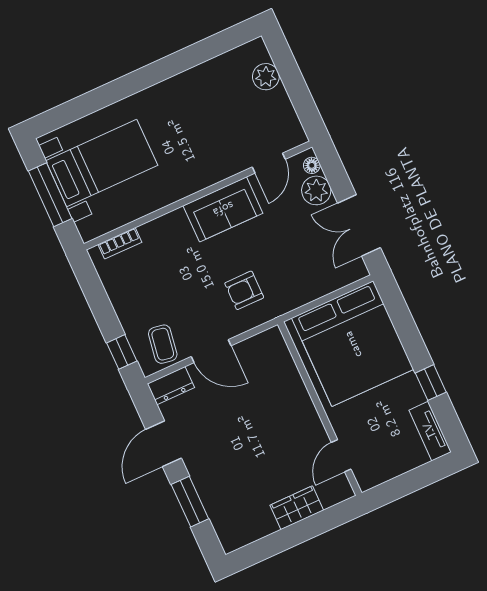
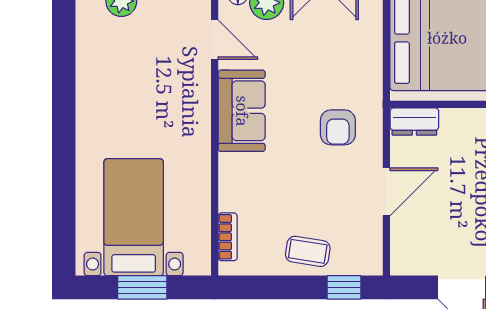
window: (50, 195) -> (142, 287), width x0.69
coffee table: (163, 344) -> (308, 251), moved
dresser: (171, 386) -> (414, 122), moved, turned 90

